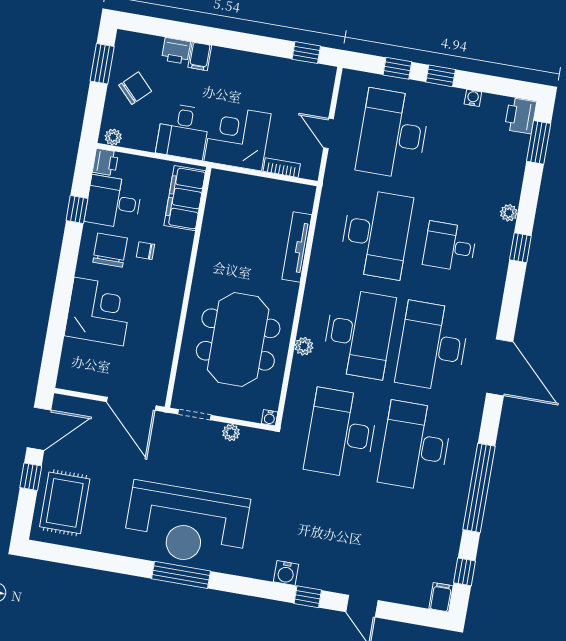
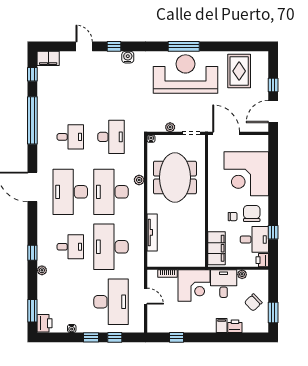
window: (306, 53) -> (176, 337), moved
plant: (113, 137) -> (242, 274), moved
chair: (110, 250) -> (252, 214), turned 180
corner desk: (99, 311) -> (246, 174), width x1.36, depth x1.36
desk: (433, 346) -> (70, 192), turned 180
desk: (341, 433) -> (111, 137), width x0.73, depth x0.77
desk: (415, 446) -> (70, 137), width x0.53, depth x0.77
rug: (65, 503) -> (239, 71), moved
filing cabinet: (441, 597) -> (48, 58), width x2.00

